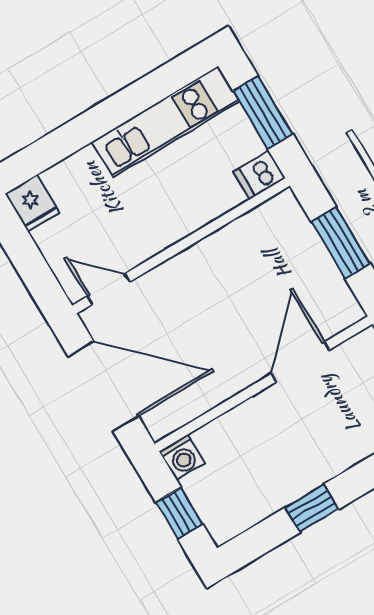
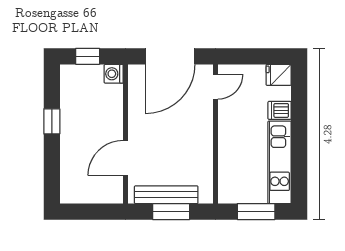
dishwasher: (259, 175) -> (280, 110), moved, turned -90
bench: (319, 266) -> (166, 195), added
door: (300, 362) -> (126, 158), swing flipped

